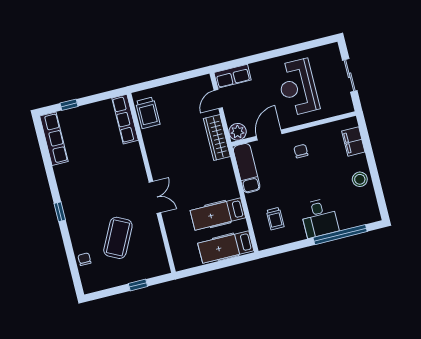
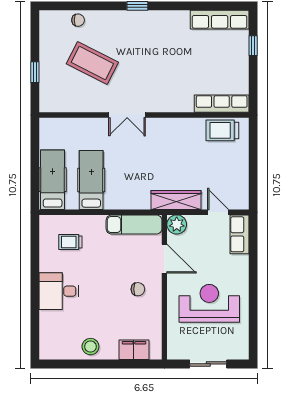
window: (340, 235) -> (35, 309), removed

